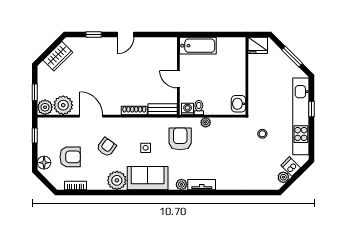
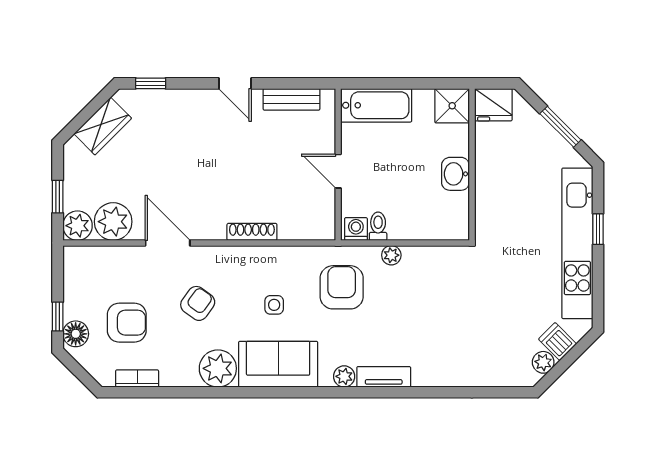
window: (94, 34) -> (151, 83), moved
door: (126, 34) -> (235, 83), hinge flipped
shower: (237, 46) -> (452, 106), added
washbasin: (238, 104) -> (455, 174), moved
bench: (163, 109) -> (291, 99), moved
stool: (262, 134) -> (502, 277), removed
window: (35, 135) -> (58, 317), moved

